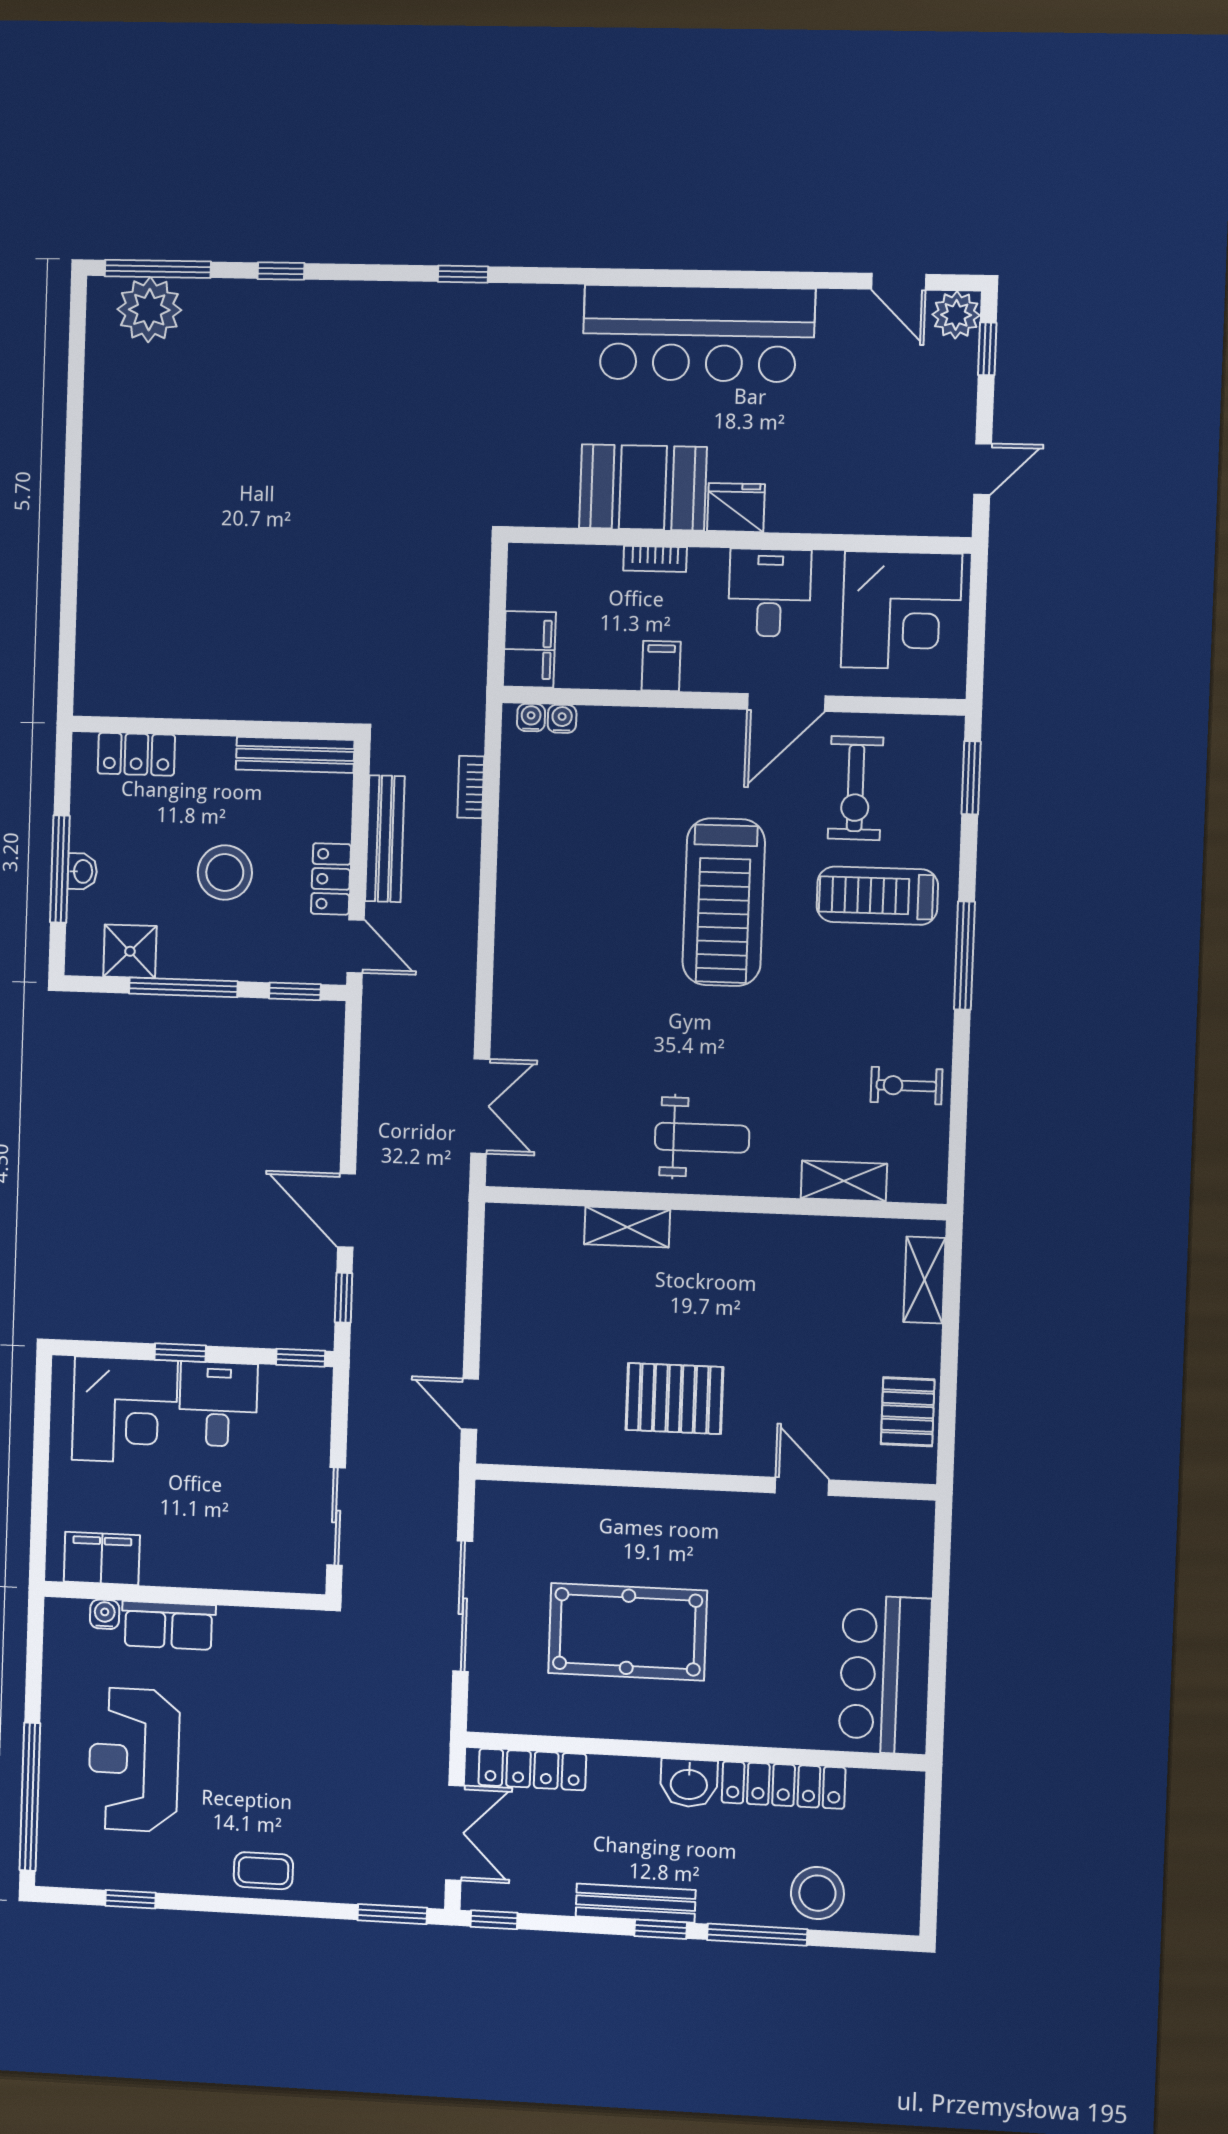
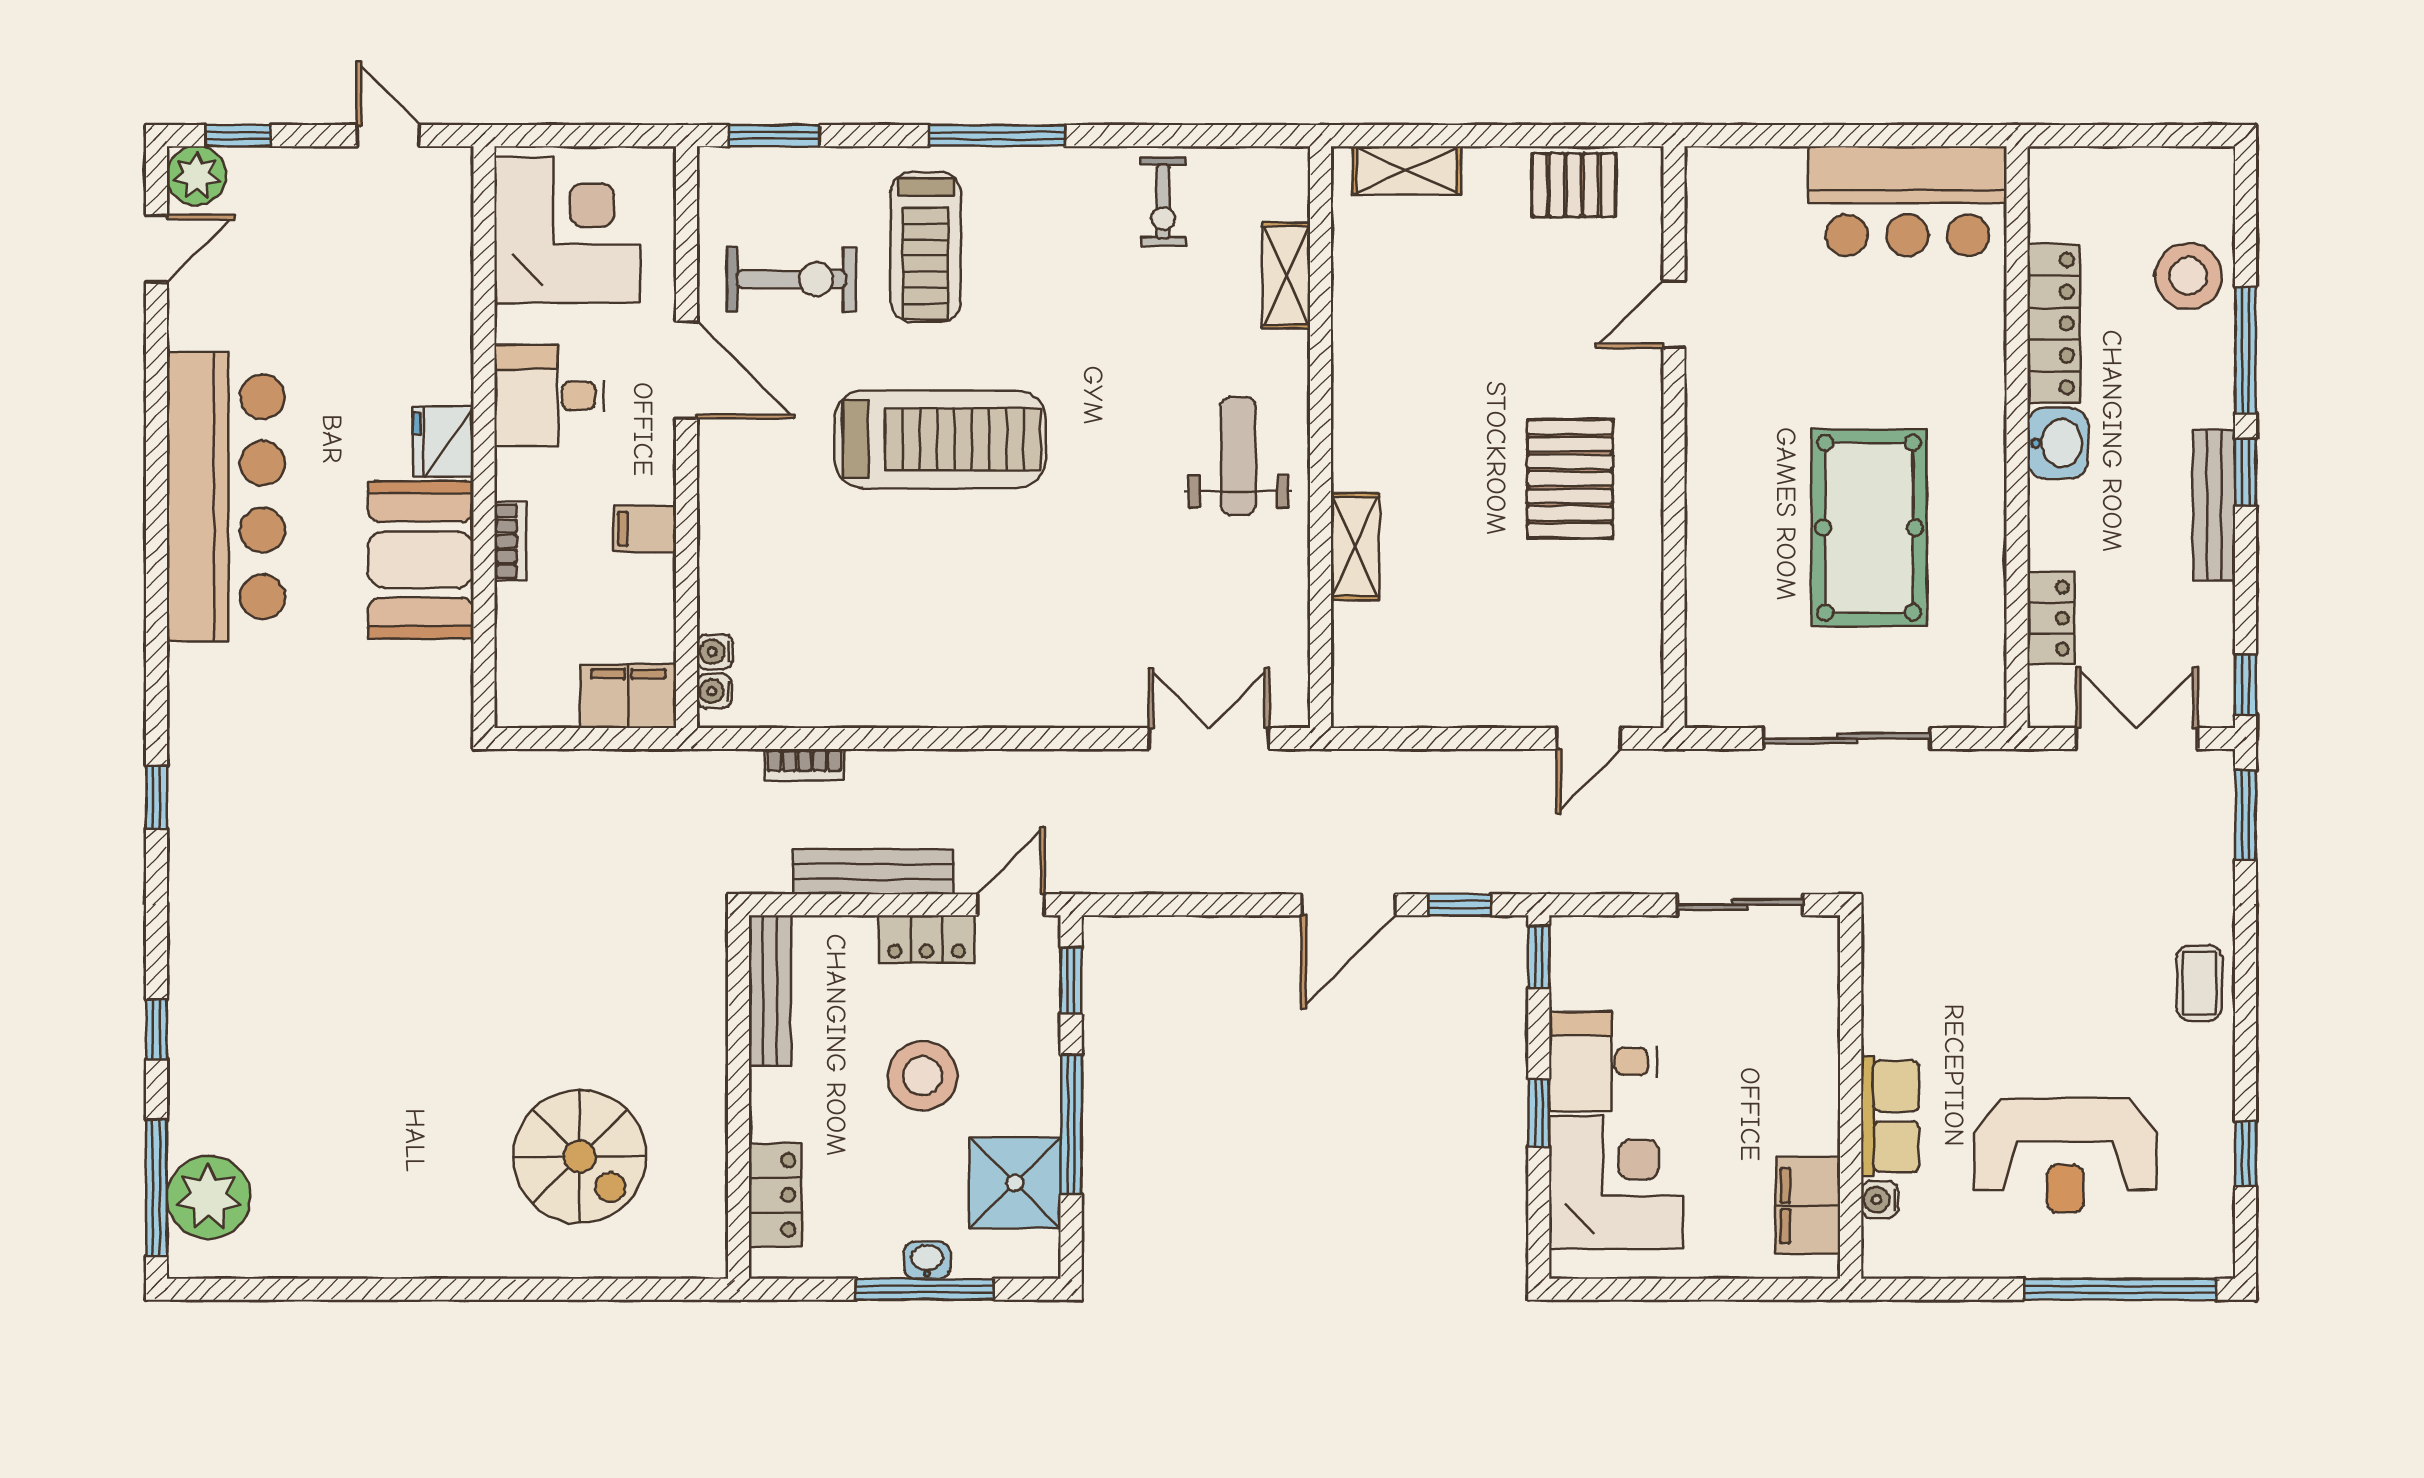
spiral stairs: (171, 602) -> (580, 1156), added
shower: (130, 951) -> (1015, 1183), width x1.36, depth x1.36
locker: (532, 1769) -> (2051, 618), width x0.66

